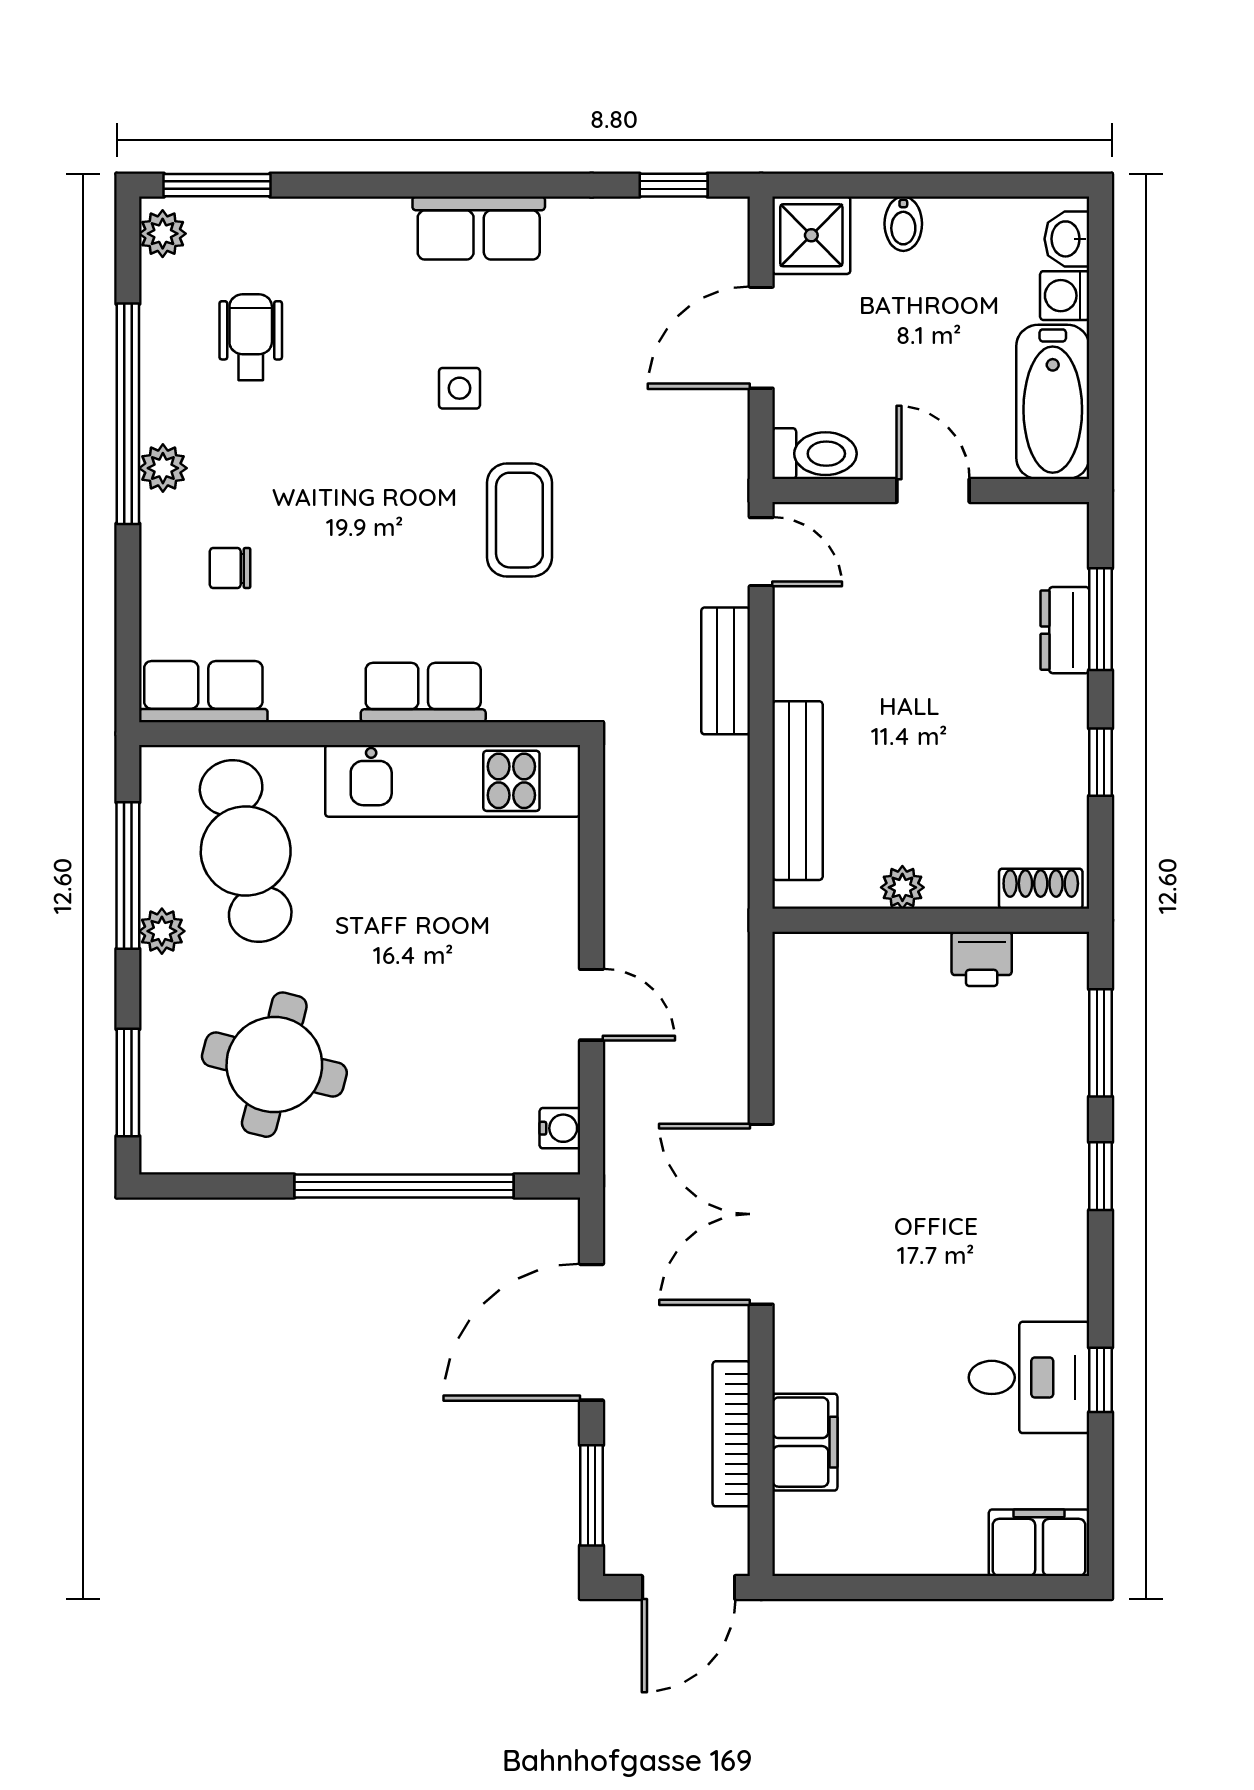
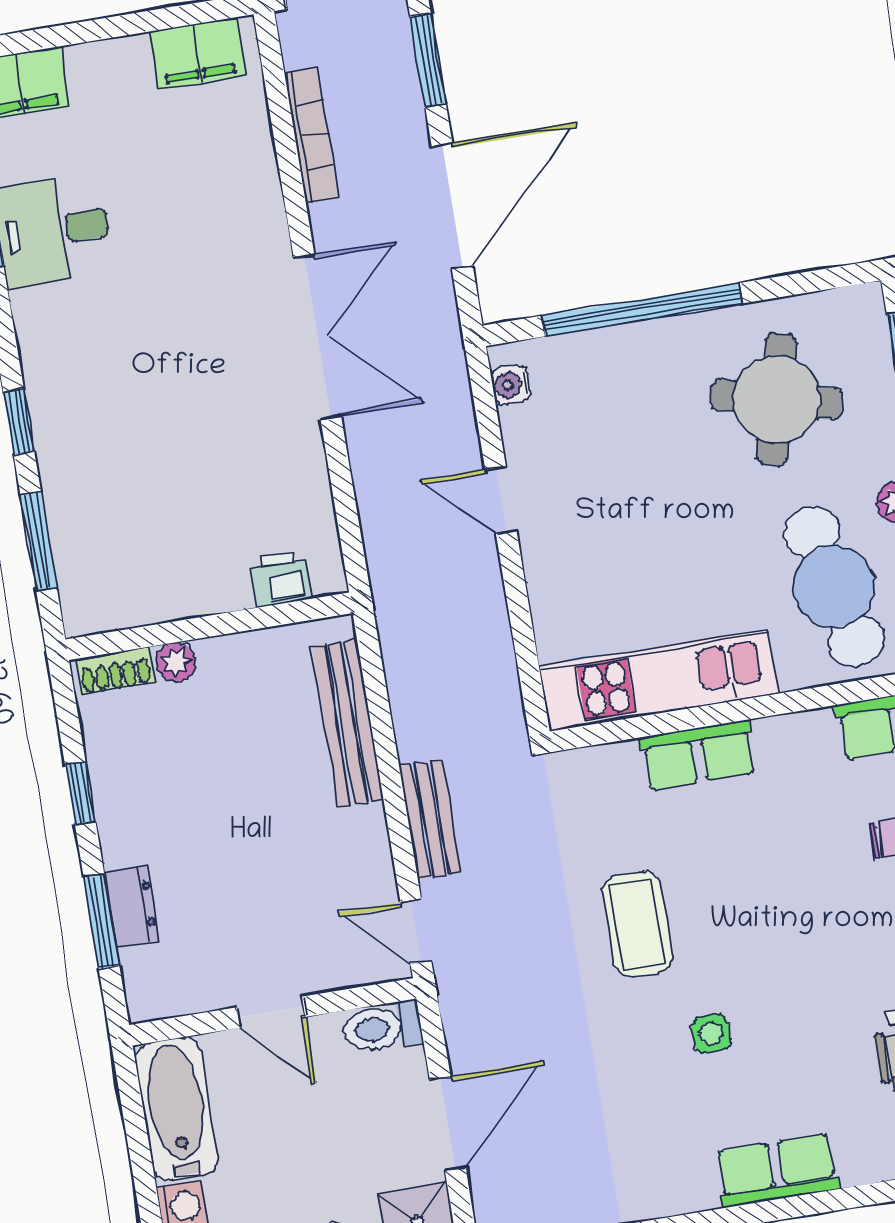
row of seats: (479, 228) -> (777, 1170), moved
plant: (902, 887) -> (176, 662), moved
printer: (982, 959) -> (281, 579), moved
filing cabinet: (805, 1442) -> (197, 53), moved, turned -90

